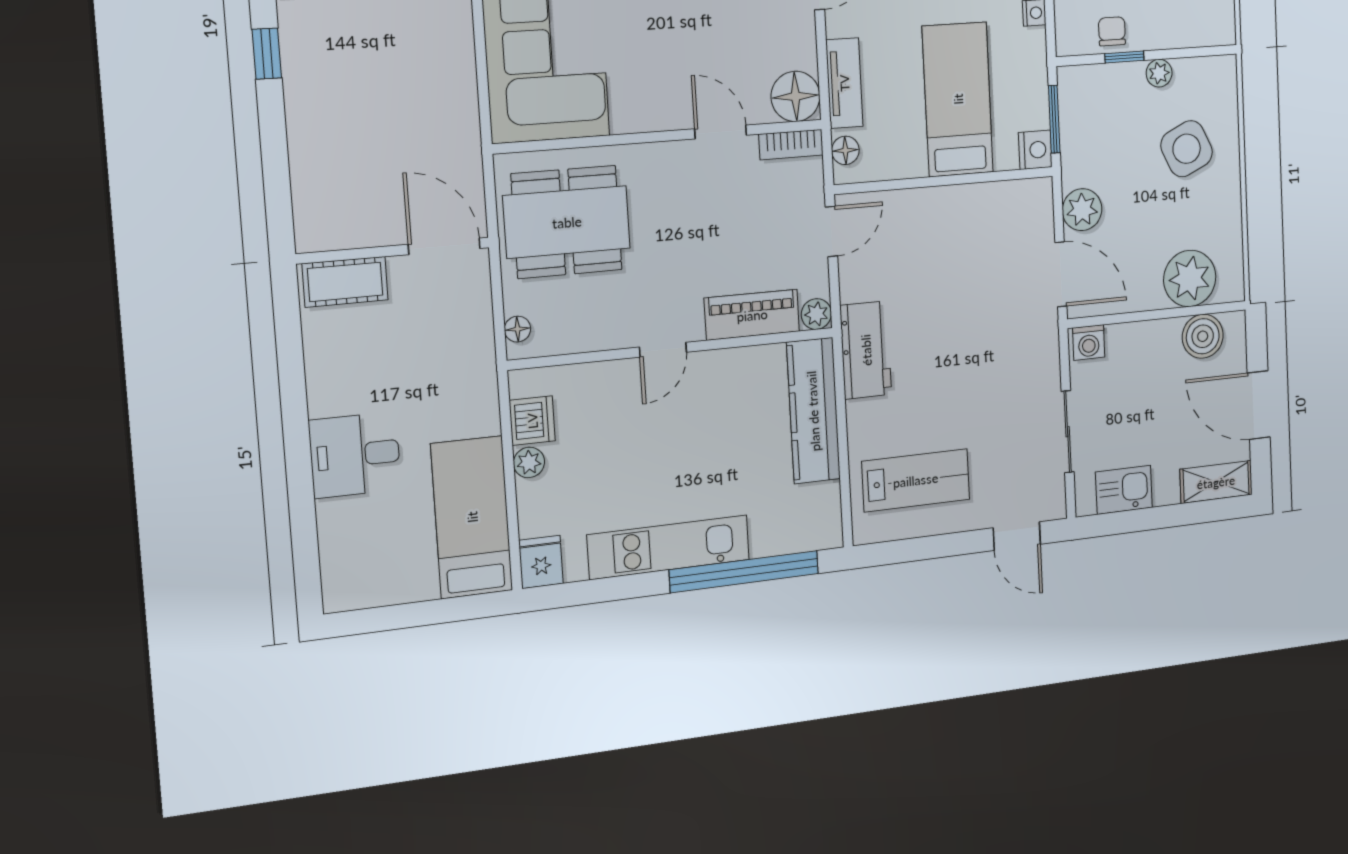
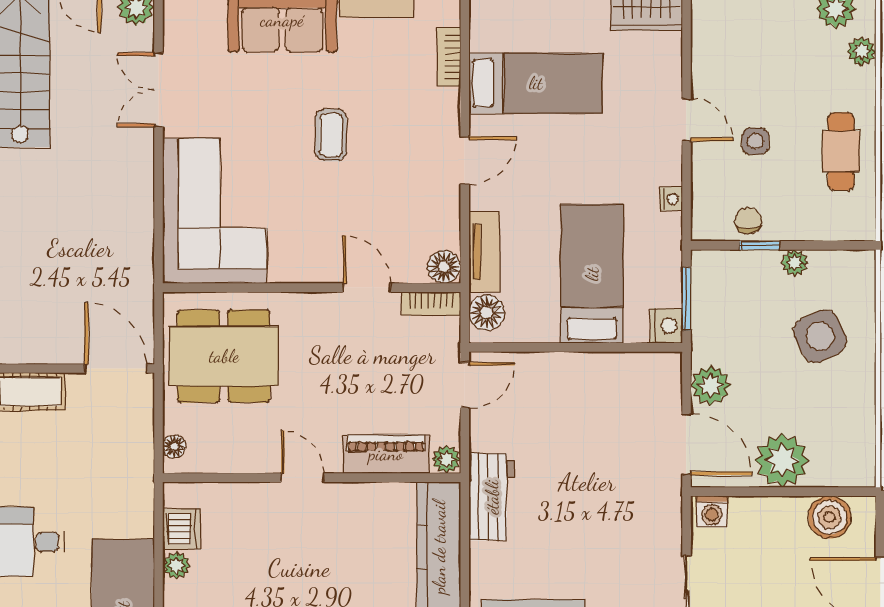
floor lamp: (795, 96) -> (444, 267), width x0.73, depth x0.73
floor lamp: (845, 150) -> (487, 313), width x1.37, depth x1.37
plant: (1190, 278) -> (782, 460), moved
door: (663, 350) -> (303, 478), swing flipped

